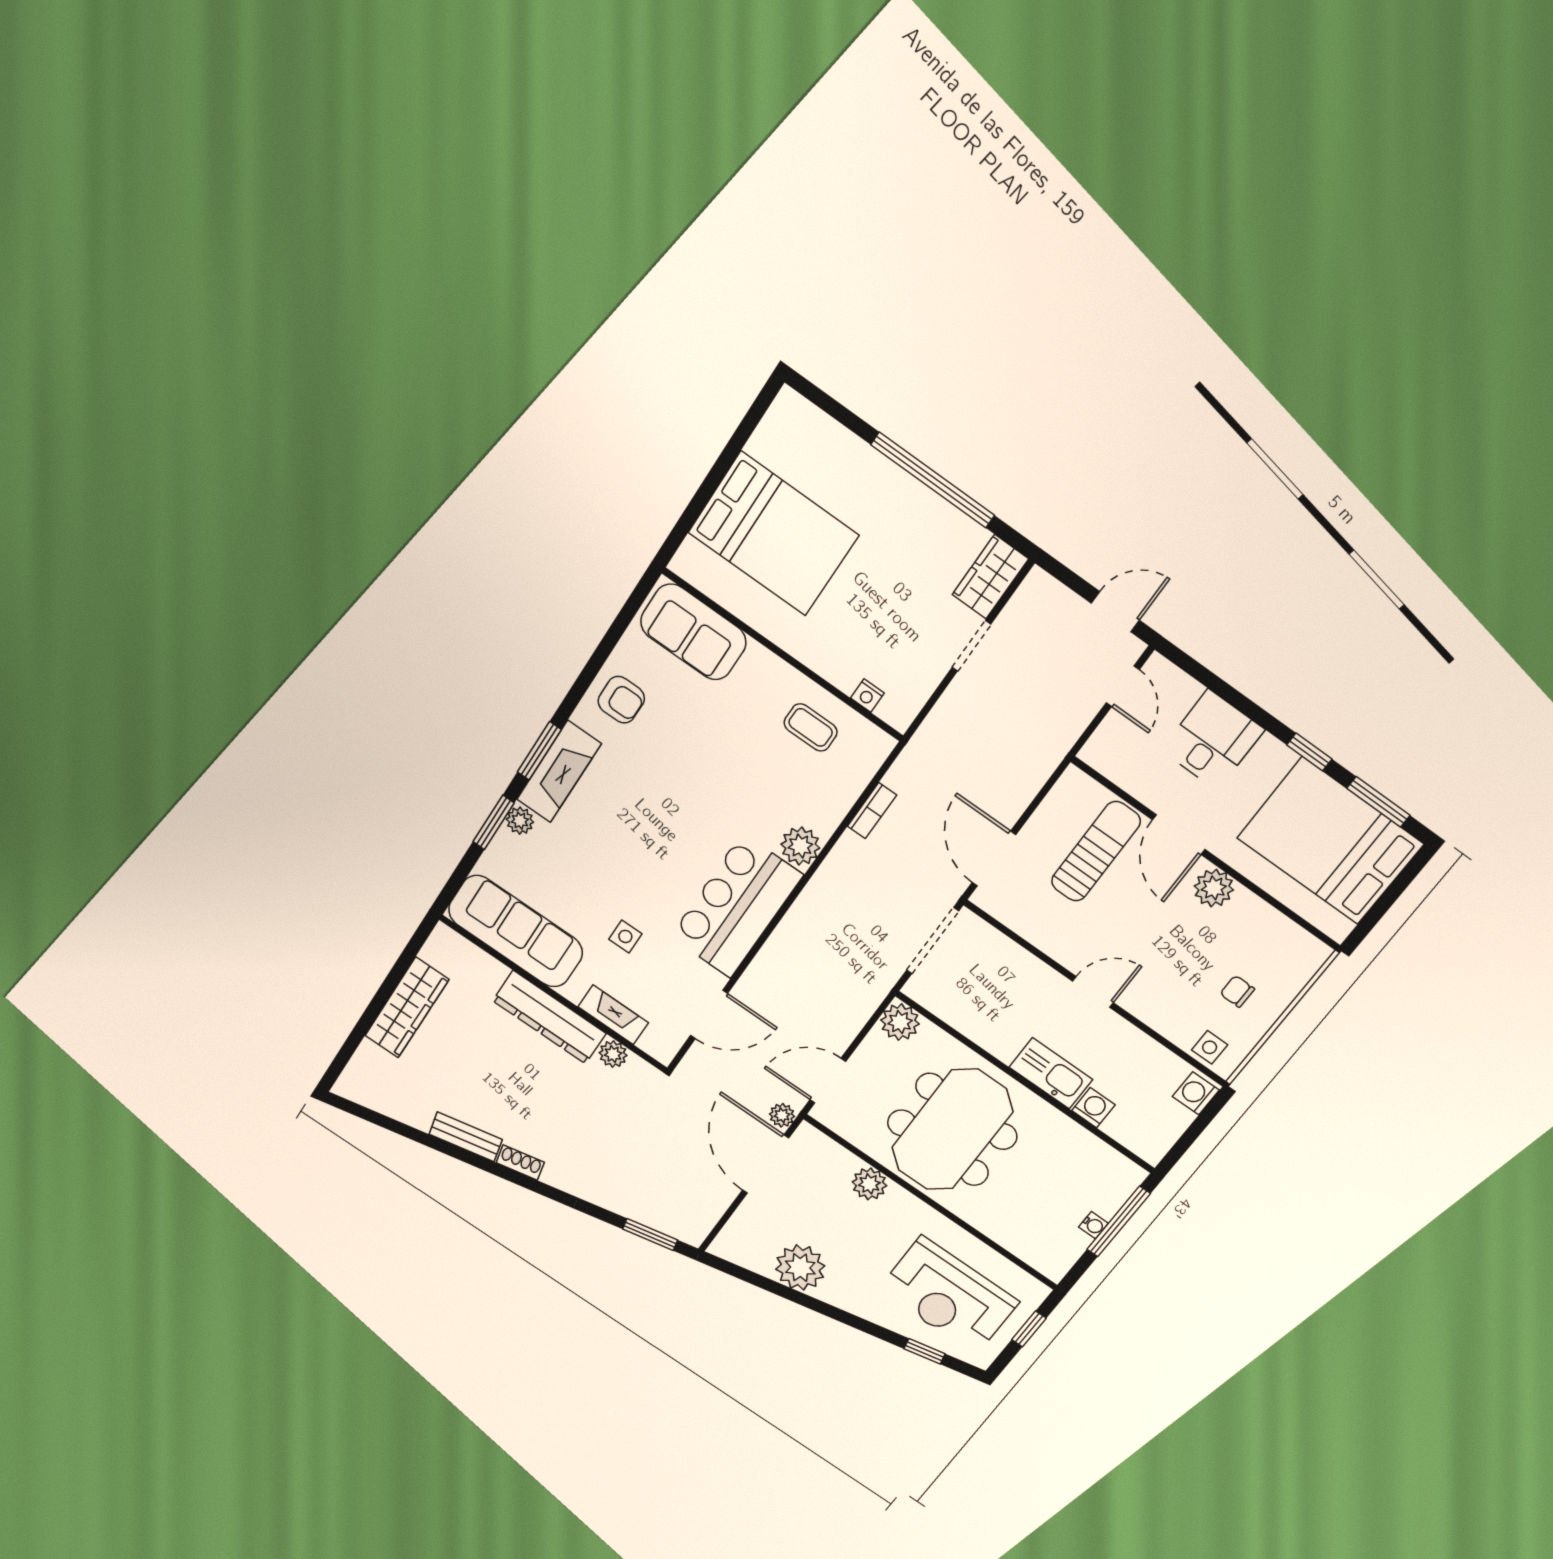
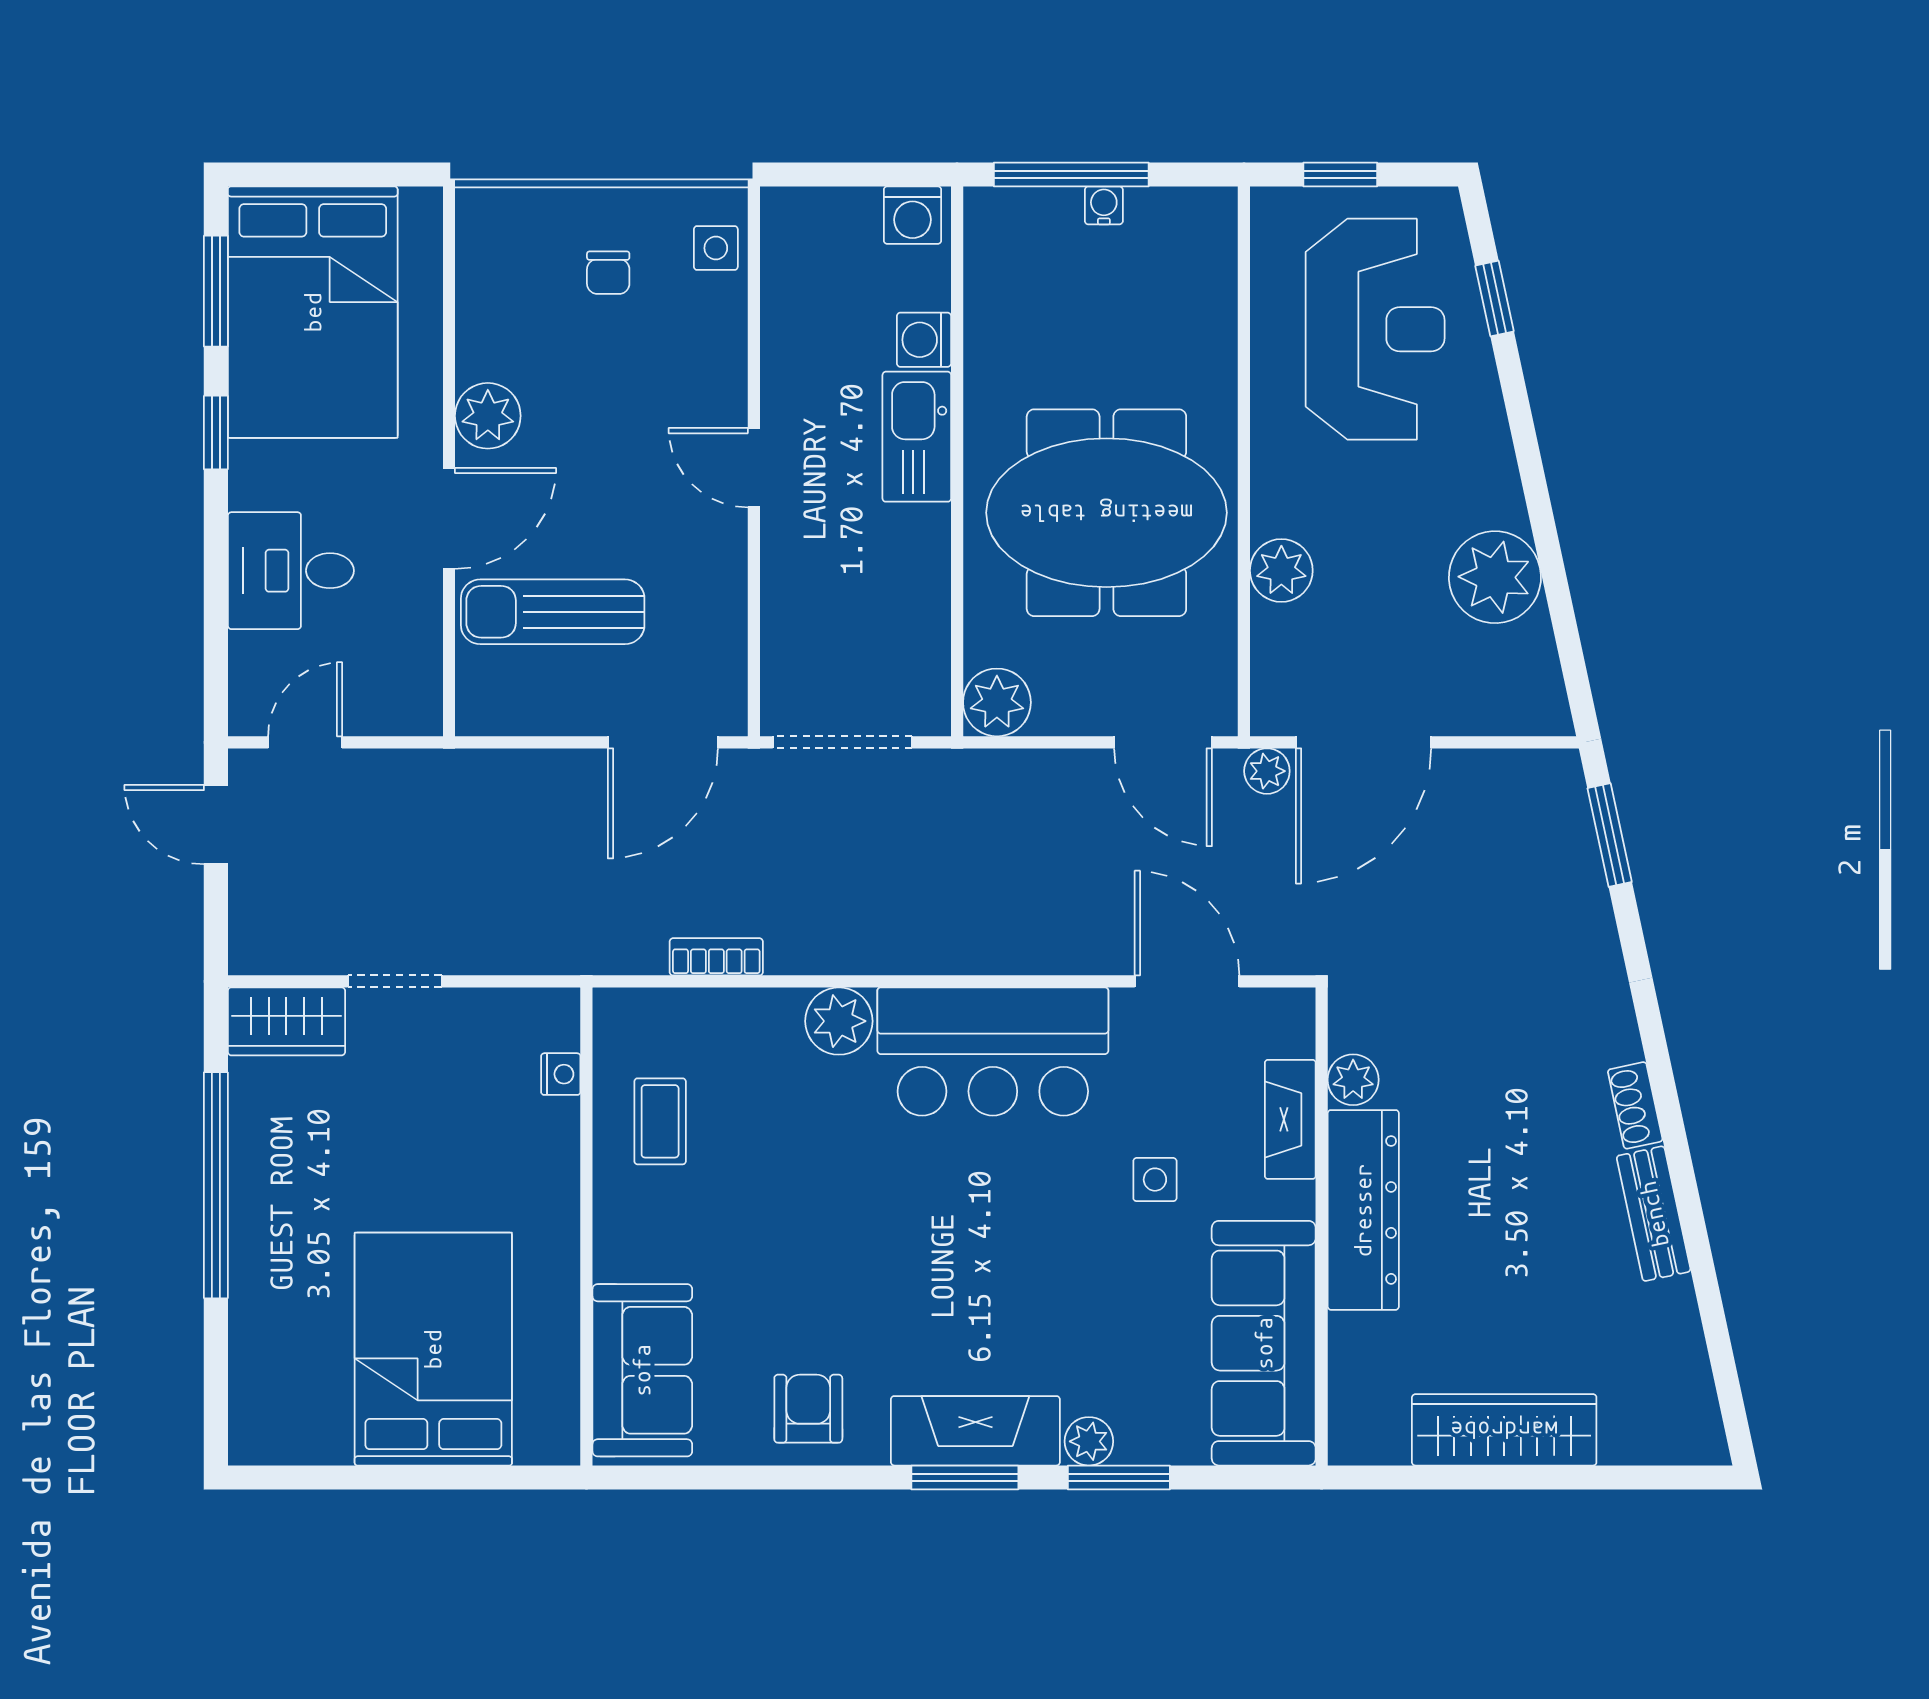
washing machine: (1196, 1093) -> (913, 215), moved

